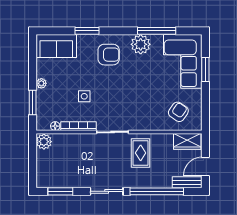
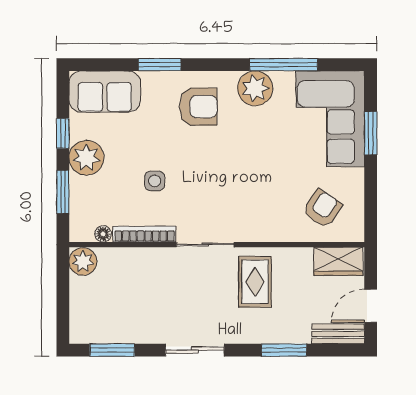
window: (33, 70) -> (63, 133), added
plant: (41, 83) -> (86, 158), width x1.88, depth x1.88
window: (157, 191) -> (284, 350), width x0.47

